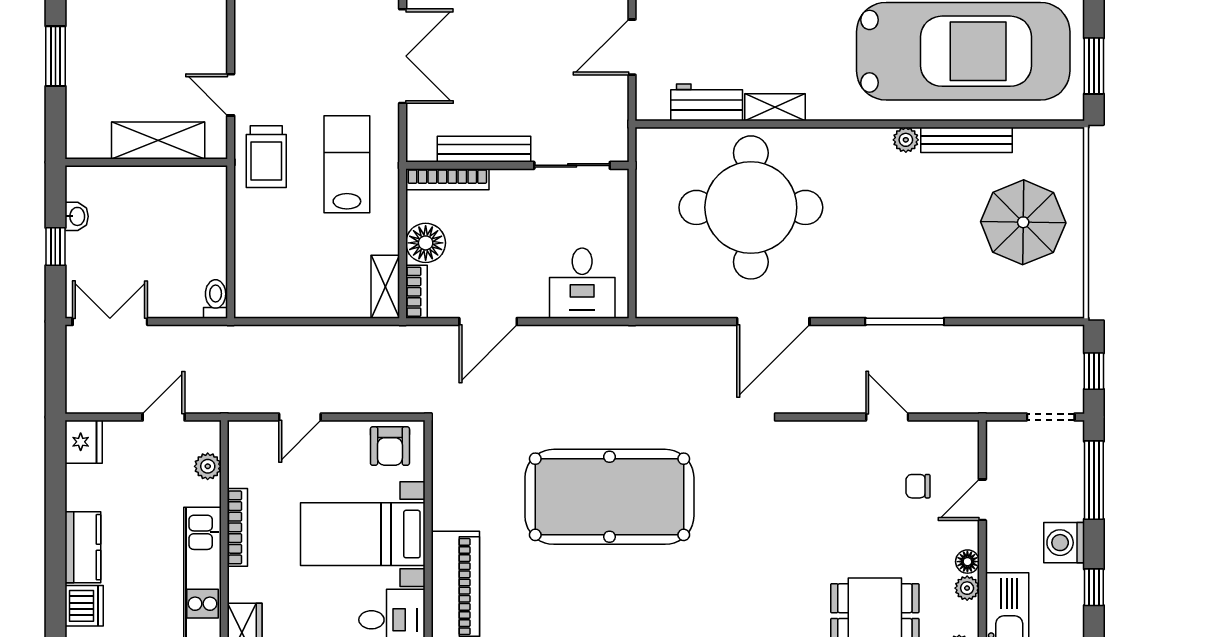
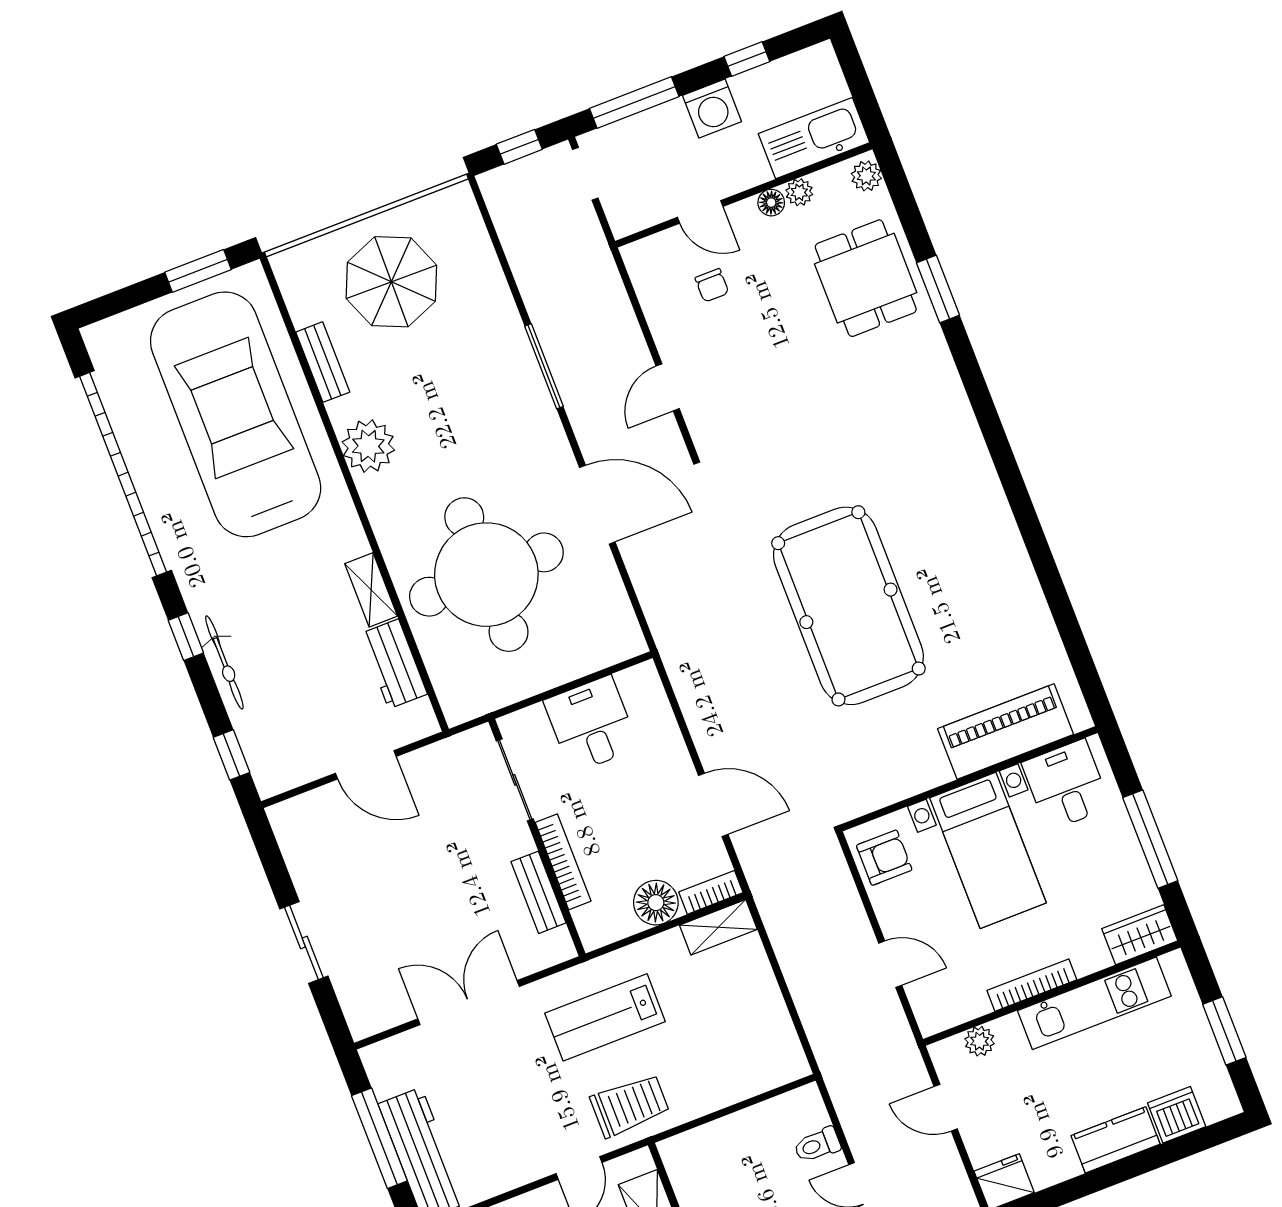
plant: (906, 140) -> (368, 446), width x1.88, depth x1.88
bench: (967, 140) -> (323, 362), width x0.73
bench: (484, 149) -> (538, 892), width x0.73
bookcase: (447, 179) -> (563, 862), moved
desk: (582, 283) -> (591, 724), moved, turned -90
toilet: (216, 299) -> (817, 1145), moved
door: (887, 417) -> (668, 387), moved

